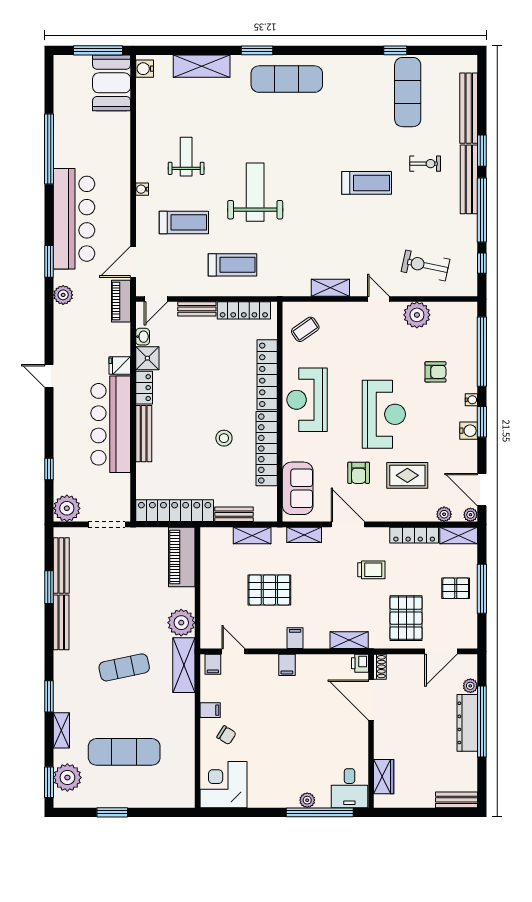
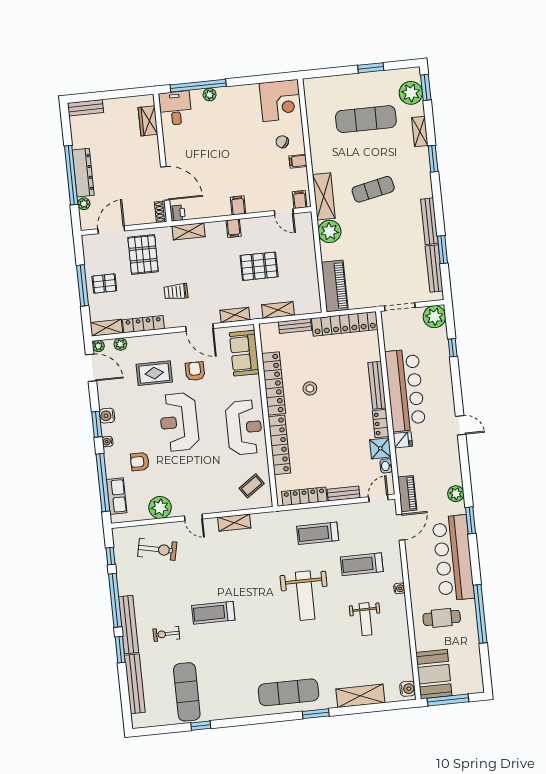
cafe table: (95, 149) -> (442, 618), added
row of seats: (467, 334) -> (117, 496), added

